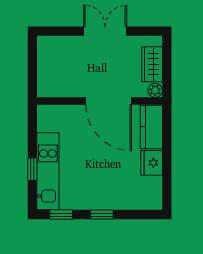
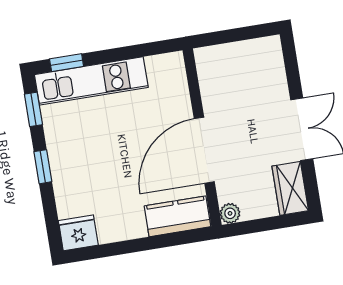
wardrobe: (152, 64) -> (290, 188), moved, turned -90
fridge: (152, 163) -> (78, 233), moved
window: (32, 169) -> (67, 63), moved

